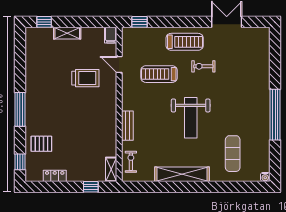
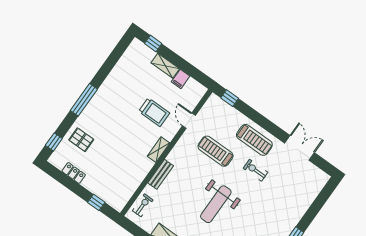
filing cabinet: (111, 35) -> (181, 79), moved
shelving: (111, 169) -> (158, 150), moved

